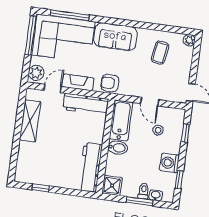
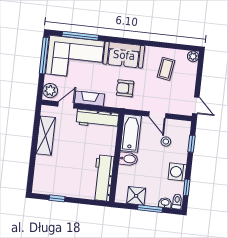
armchair: (110, 83) -> (125, 88), moved
shower: (112, 185) -> (136, 196), moved
toilet: (144, 191) -> (177, 201), moved

